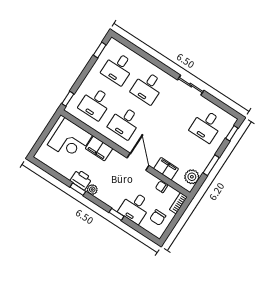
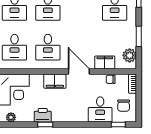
filing cabinet: (99, 148) -> (55, 81), moved
plant: (92, 190) -> (11, 117), moved
window: (116, 214) -> (118, 125), moved

